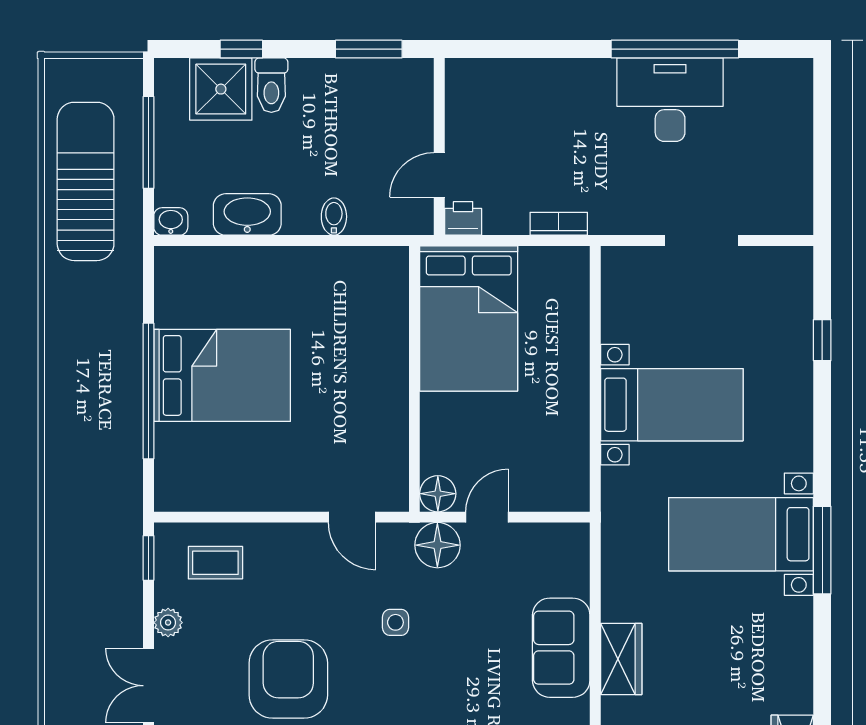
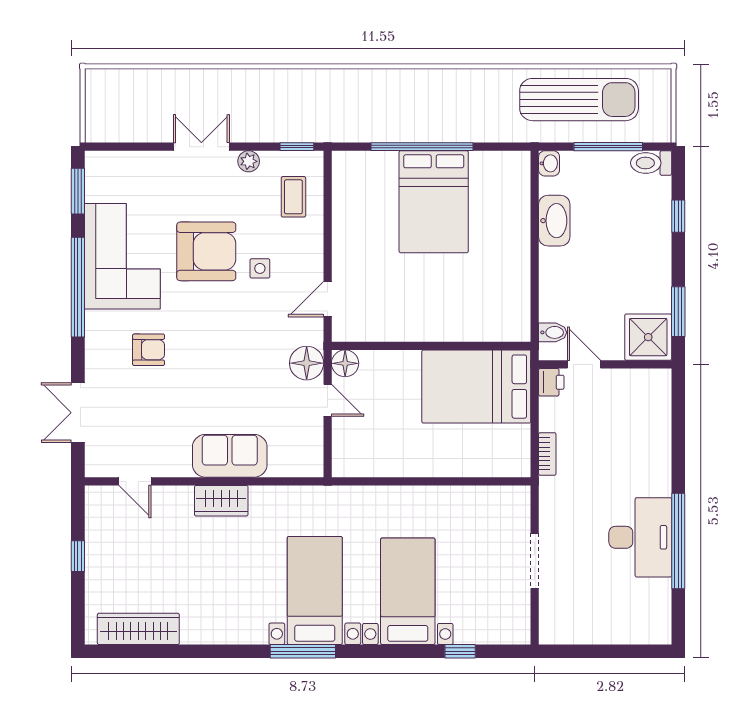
toilet: (271, 85) -> (651, 163), moved
shower: (221, 89) -> (648, 337), moved
bidet: (334, 217) -> (553, 332), moved
bed with nightstands: (672, 405) -> (408, 591), moved, turned 180
side table: (395, 622) -> (260, 268), moved

